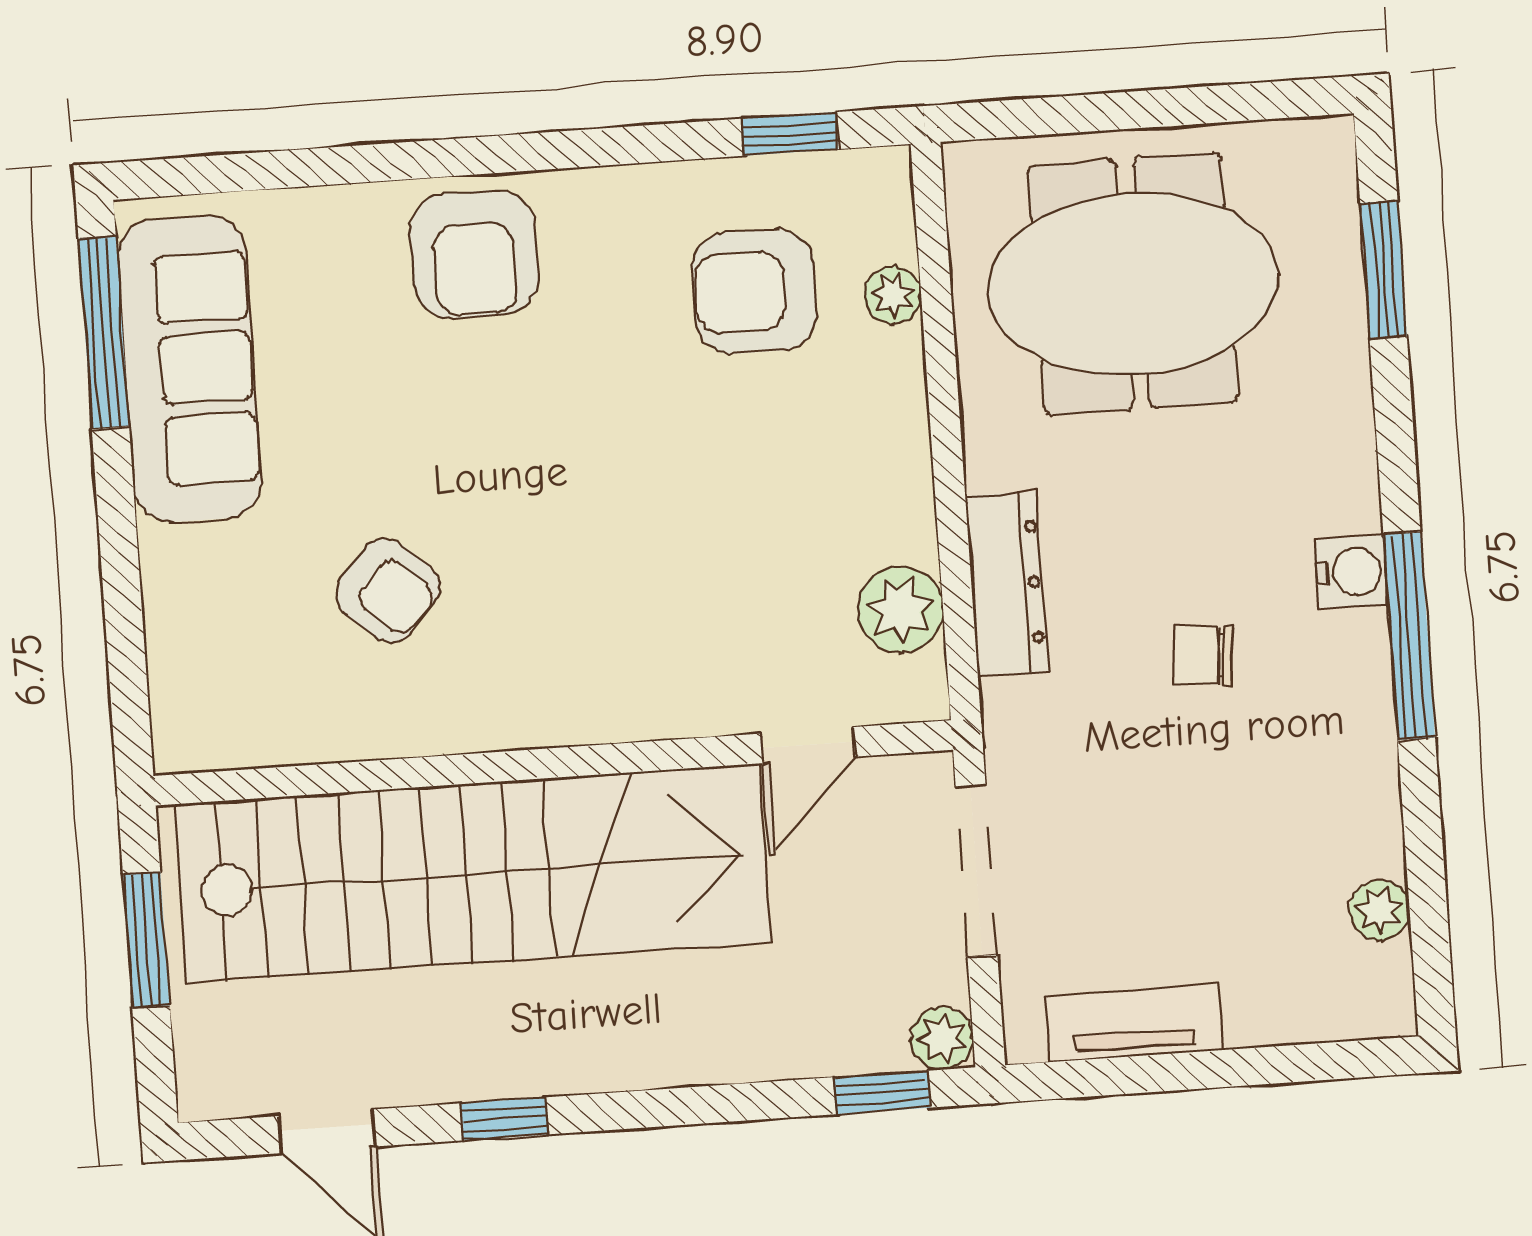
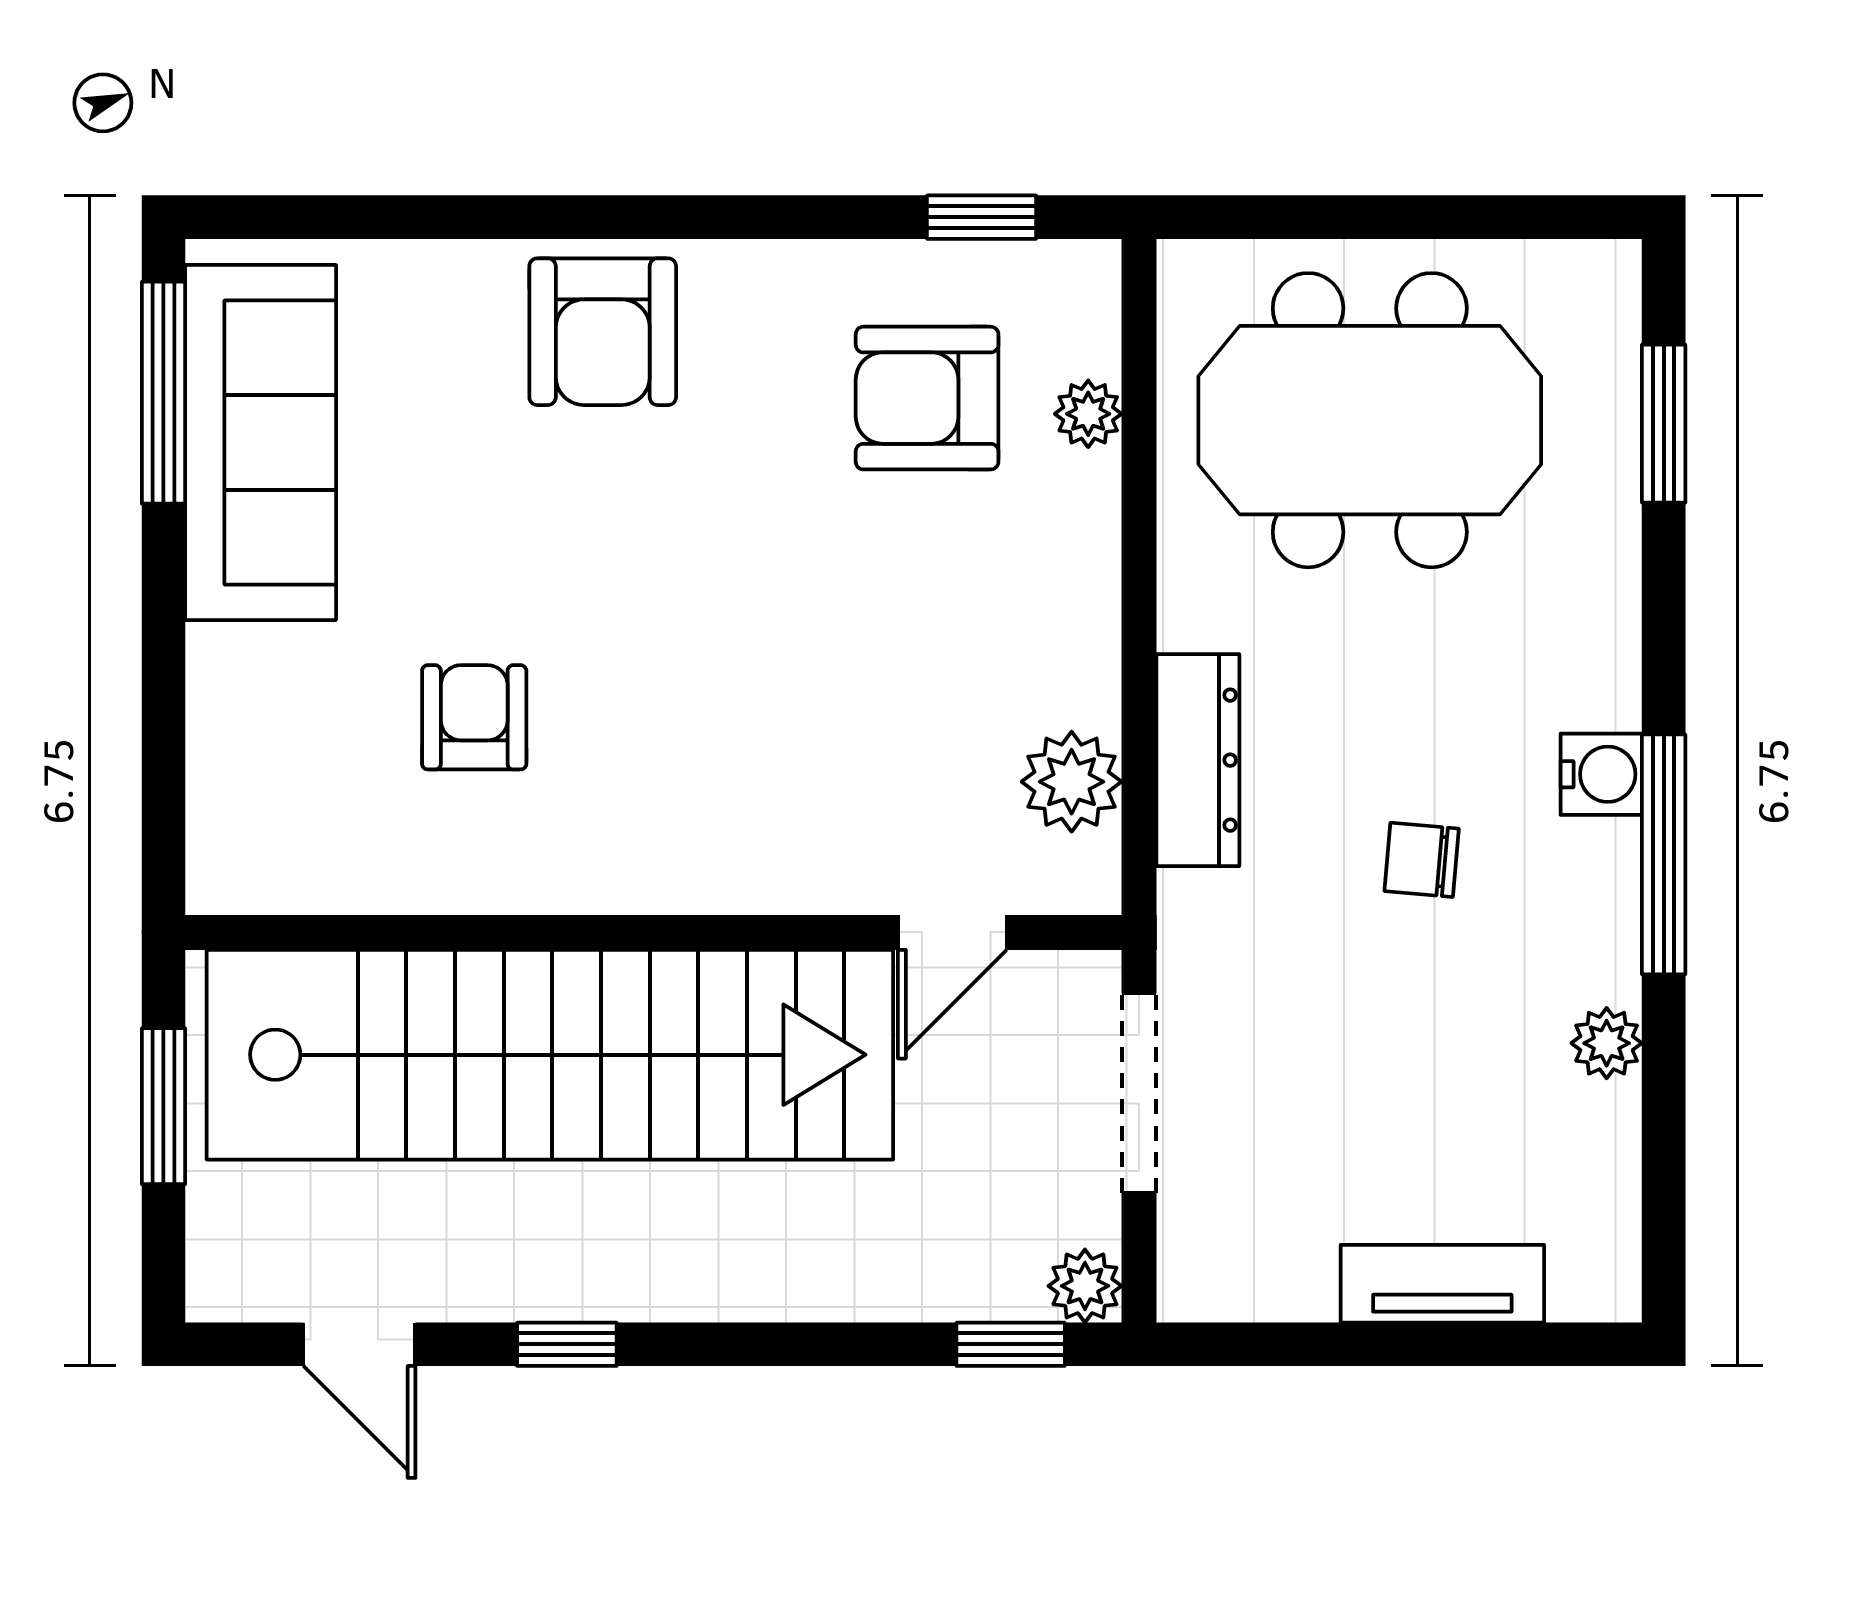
armchair: (388, 590) -> (474, 717), turned -132
plant: (1380, 910) -> (1607, 1043), moved
tv unit: (1134, 1023) -> (1442, 1284), moved

